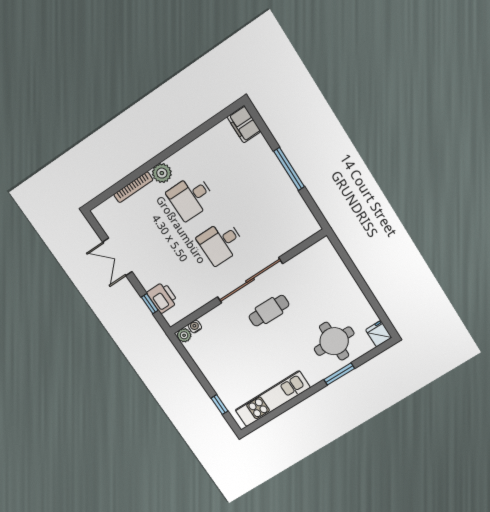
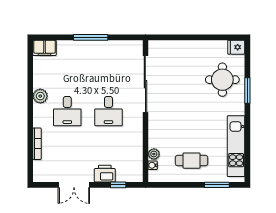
plant: (162, 173) -> (40, 96), moved
sliding door: (250, 280) -> (145, 84), moved
printer: (162, 297) -> (105, 174), moved
cafe table: (269, 311) -> (191, 161), moved, turned 90
plant: (184, 335) -> (154, 154), moved
window: (219, 405) -> (217, 185), width x1.50

